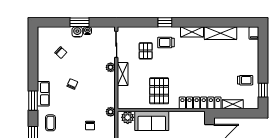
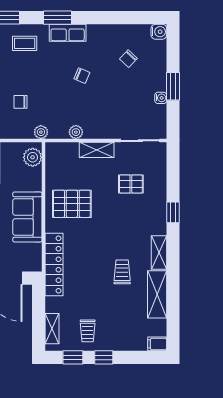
water cooler: (77, 32) -> (159, 32), moved
trolley: (166, 43) -> (122, 272), moved
plant: (111, 67) -> (76, 132), moved
window: (263, 69) -> (104, 357), added
shelving: (233, 104) -> (52, 329), moved
sofa: (152, 121) -> (27, 217), moved

